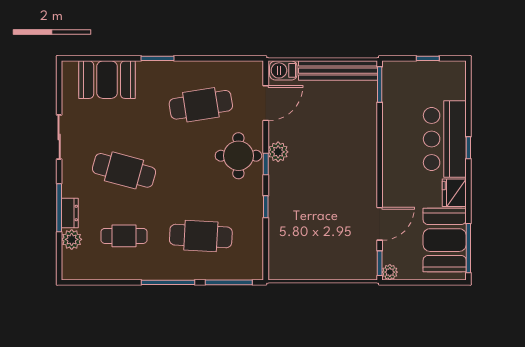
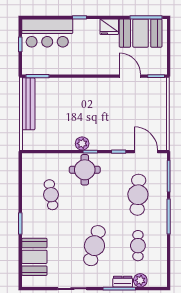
barbecue: (283, 70) -> (28, 140), removed
door: (266, 103) -> (146, 152), moved
cafe table: (201, 105) -> (51, 195), width x0.73, depth x0.74
bar counter: (445, 139) -> (47, 33), moved
plant: (390, 272) -> (162, 69), removed

